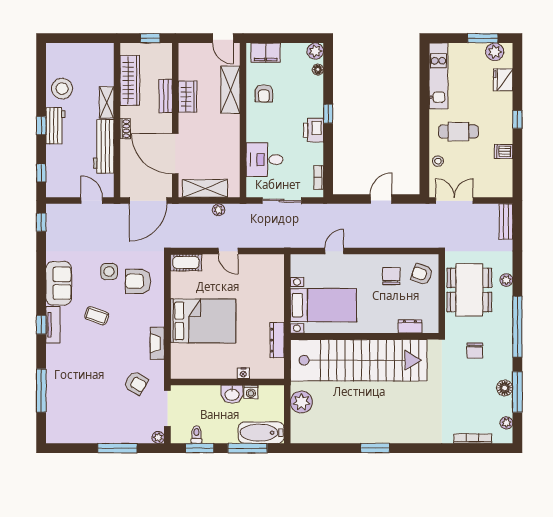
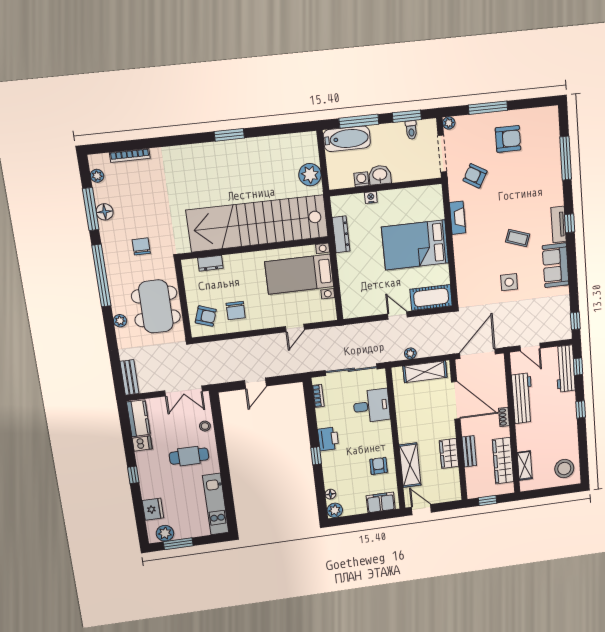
stool: (62, 89) -> (564, 469), moved
shelving: (107, 102) -> (525, 465), moved
workbench: (55, 126) -> (565, 369), moved, width x1.38
kitchen counter: (503, 178) -> (138, 418), added
sliding door: (282, 201) -> (351, 370), width x1.37
cot: (186, 263) -> (431, 297), width x1.37, depth x1.34
armchair: (138, 281) -> (508, 139), moved

